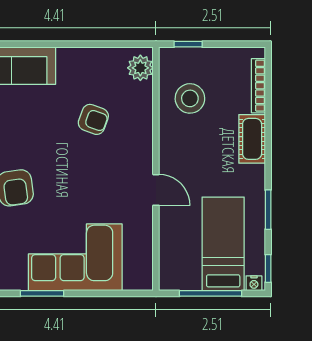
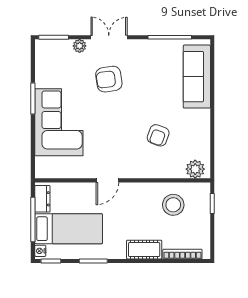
dresser: (182, 280) -> (42, 199), added

